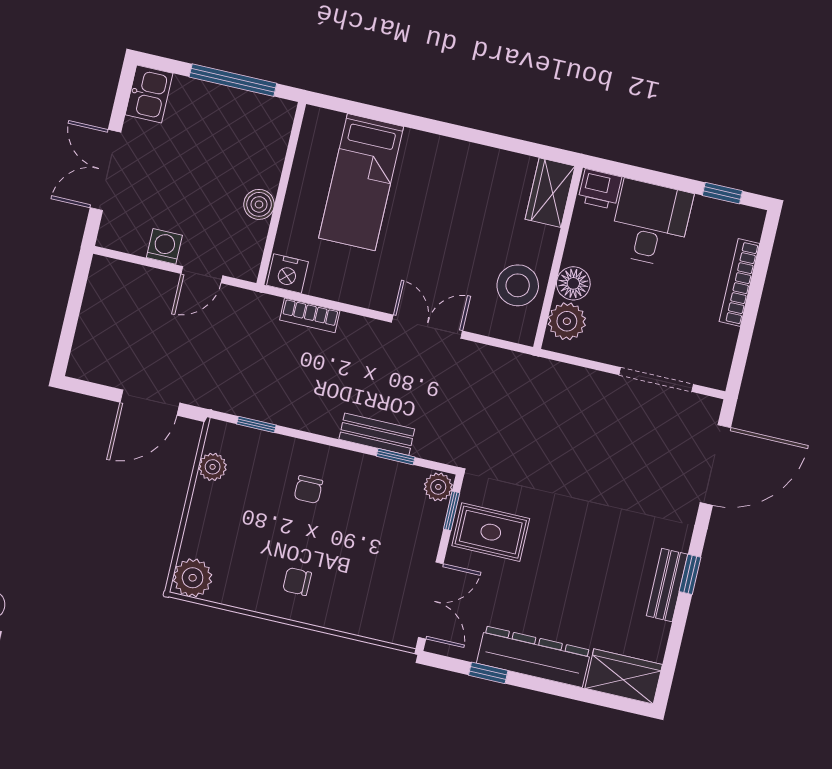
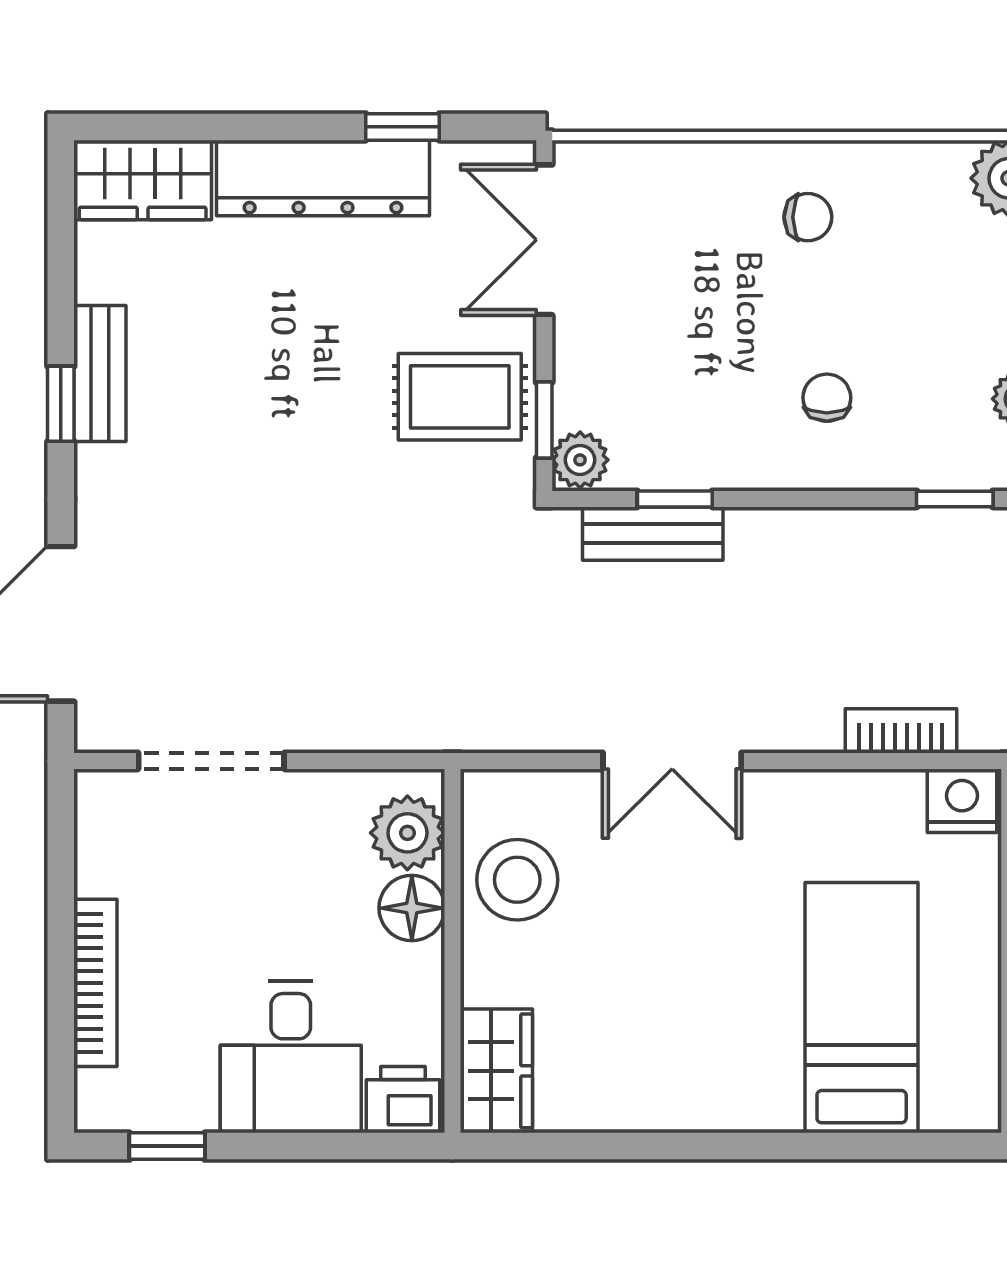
bench: (377, 434) -> (653, 534), moved

